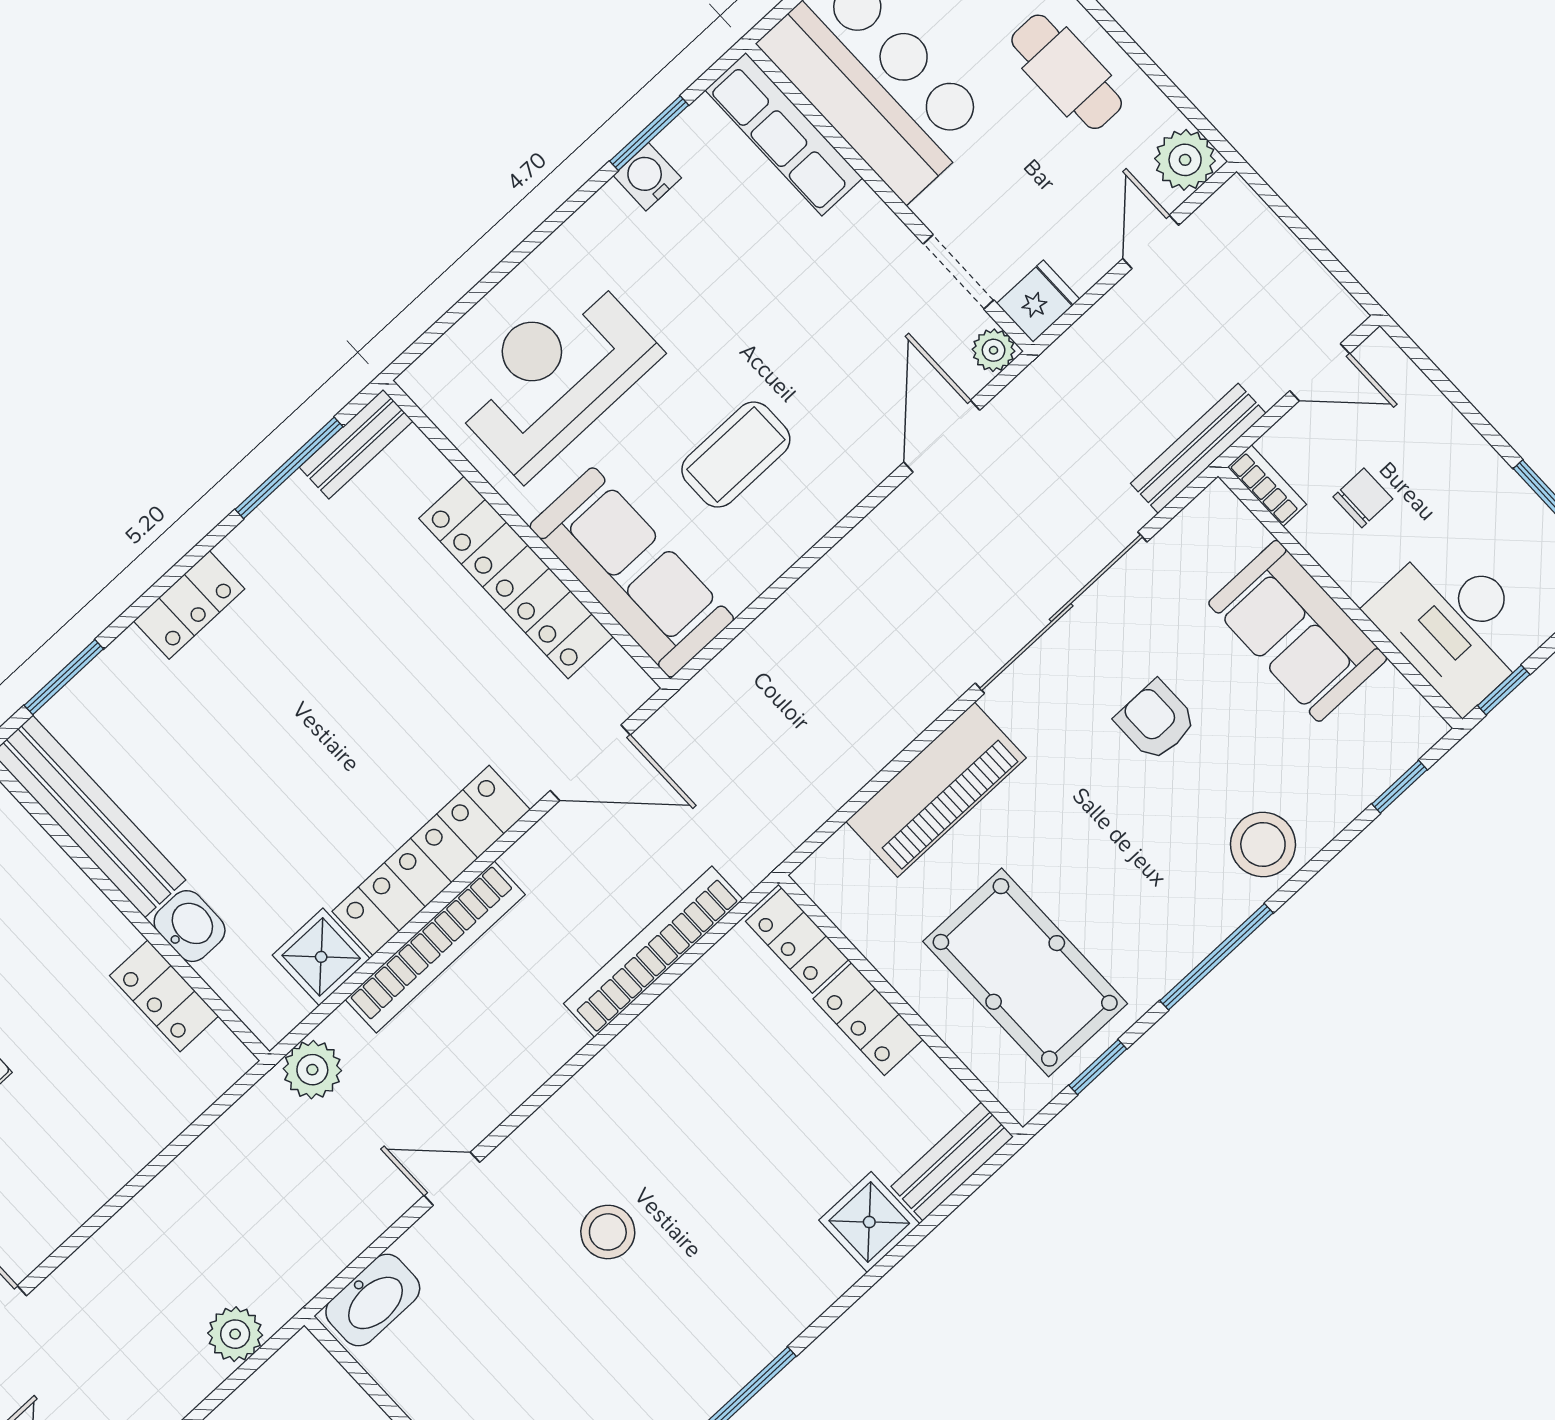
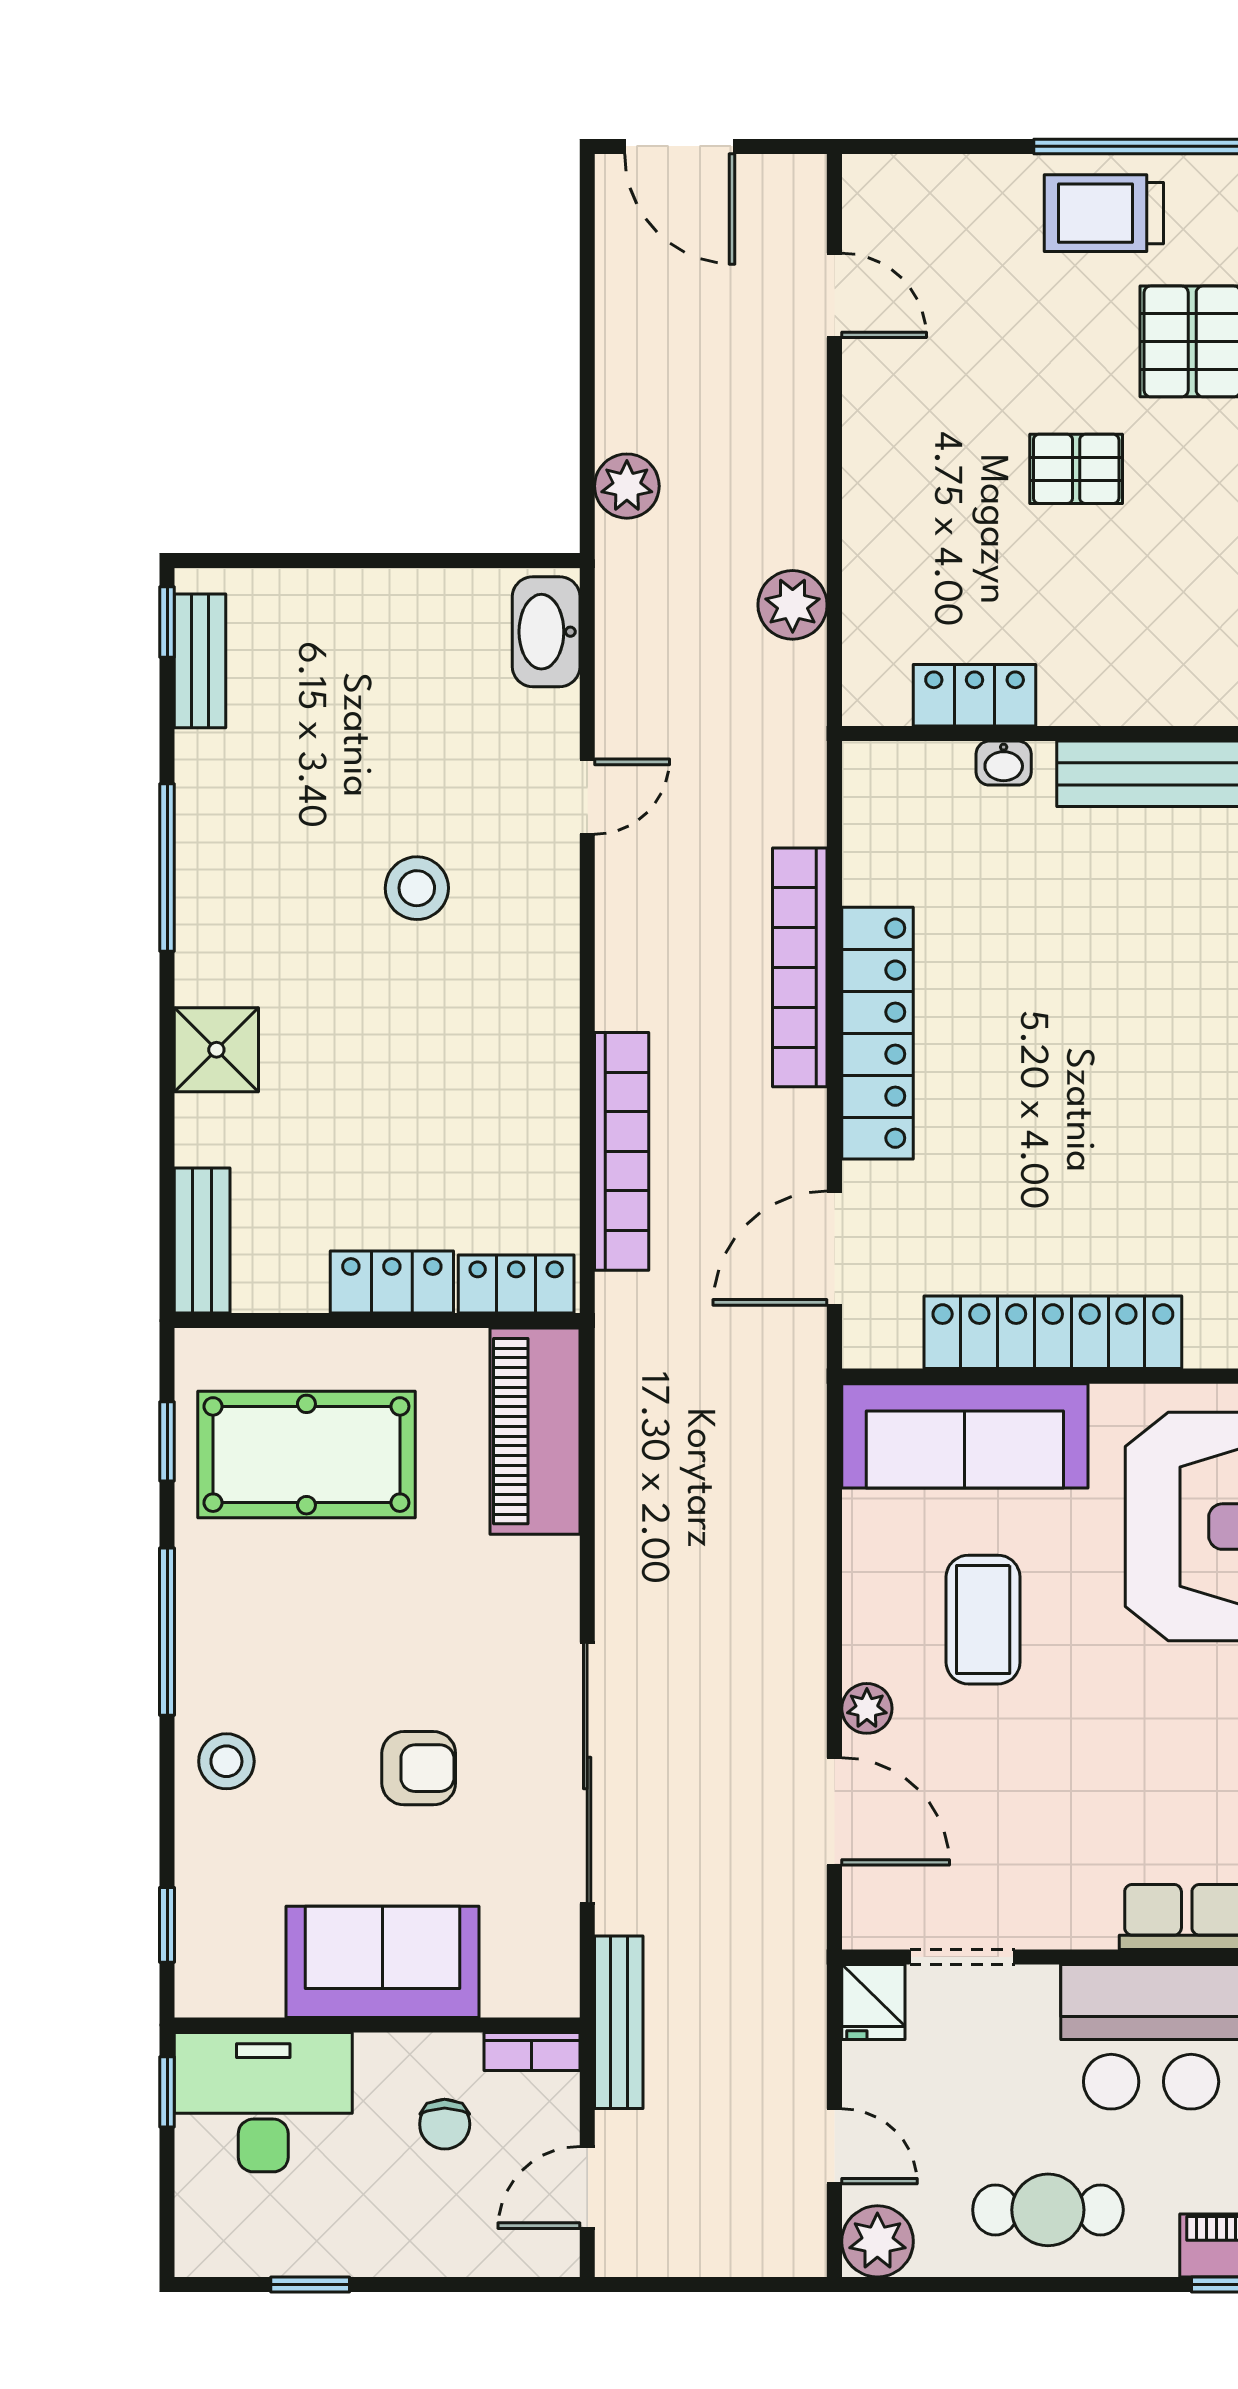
plant: (994, 350) -> (867, 1708), moved
piano: (936, 790) -> (535, 1431), moved
stool: (1263, 844) -> (226, 1761), width x0.73, depth x0.73
washbasin: (190, 926) -> (1004, 763), width x0.72, depth x0.69
shower: (321, 957) -> (882, 862), removed
plant: (312, 1070) -> (793, 605), moved
shower: (869, 1222) -> (216, 1050), moved

